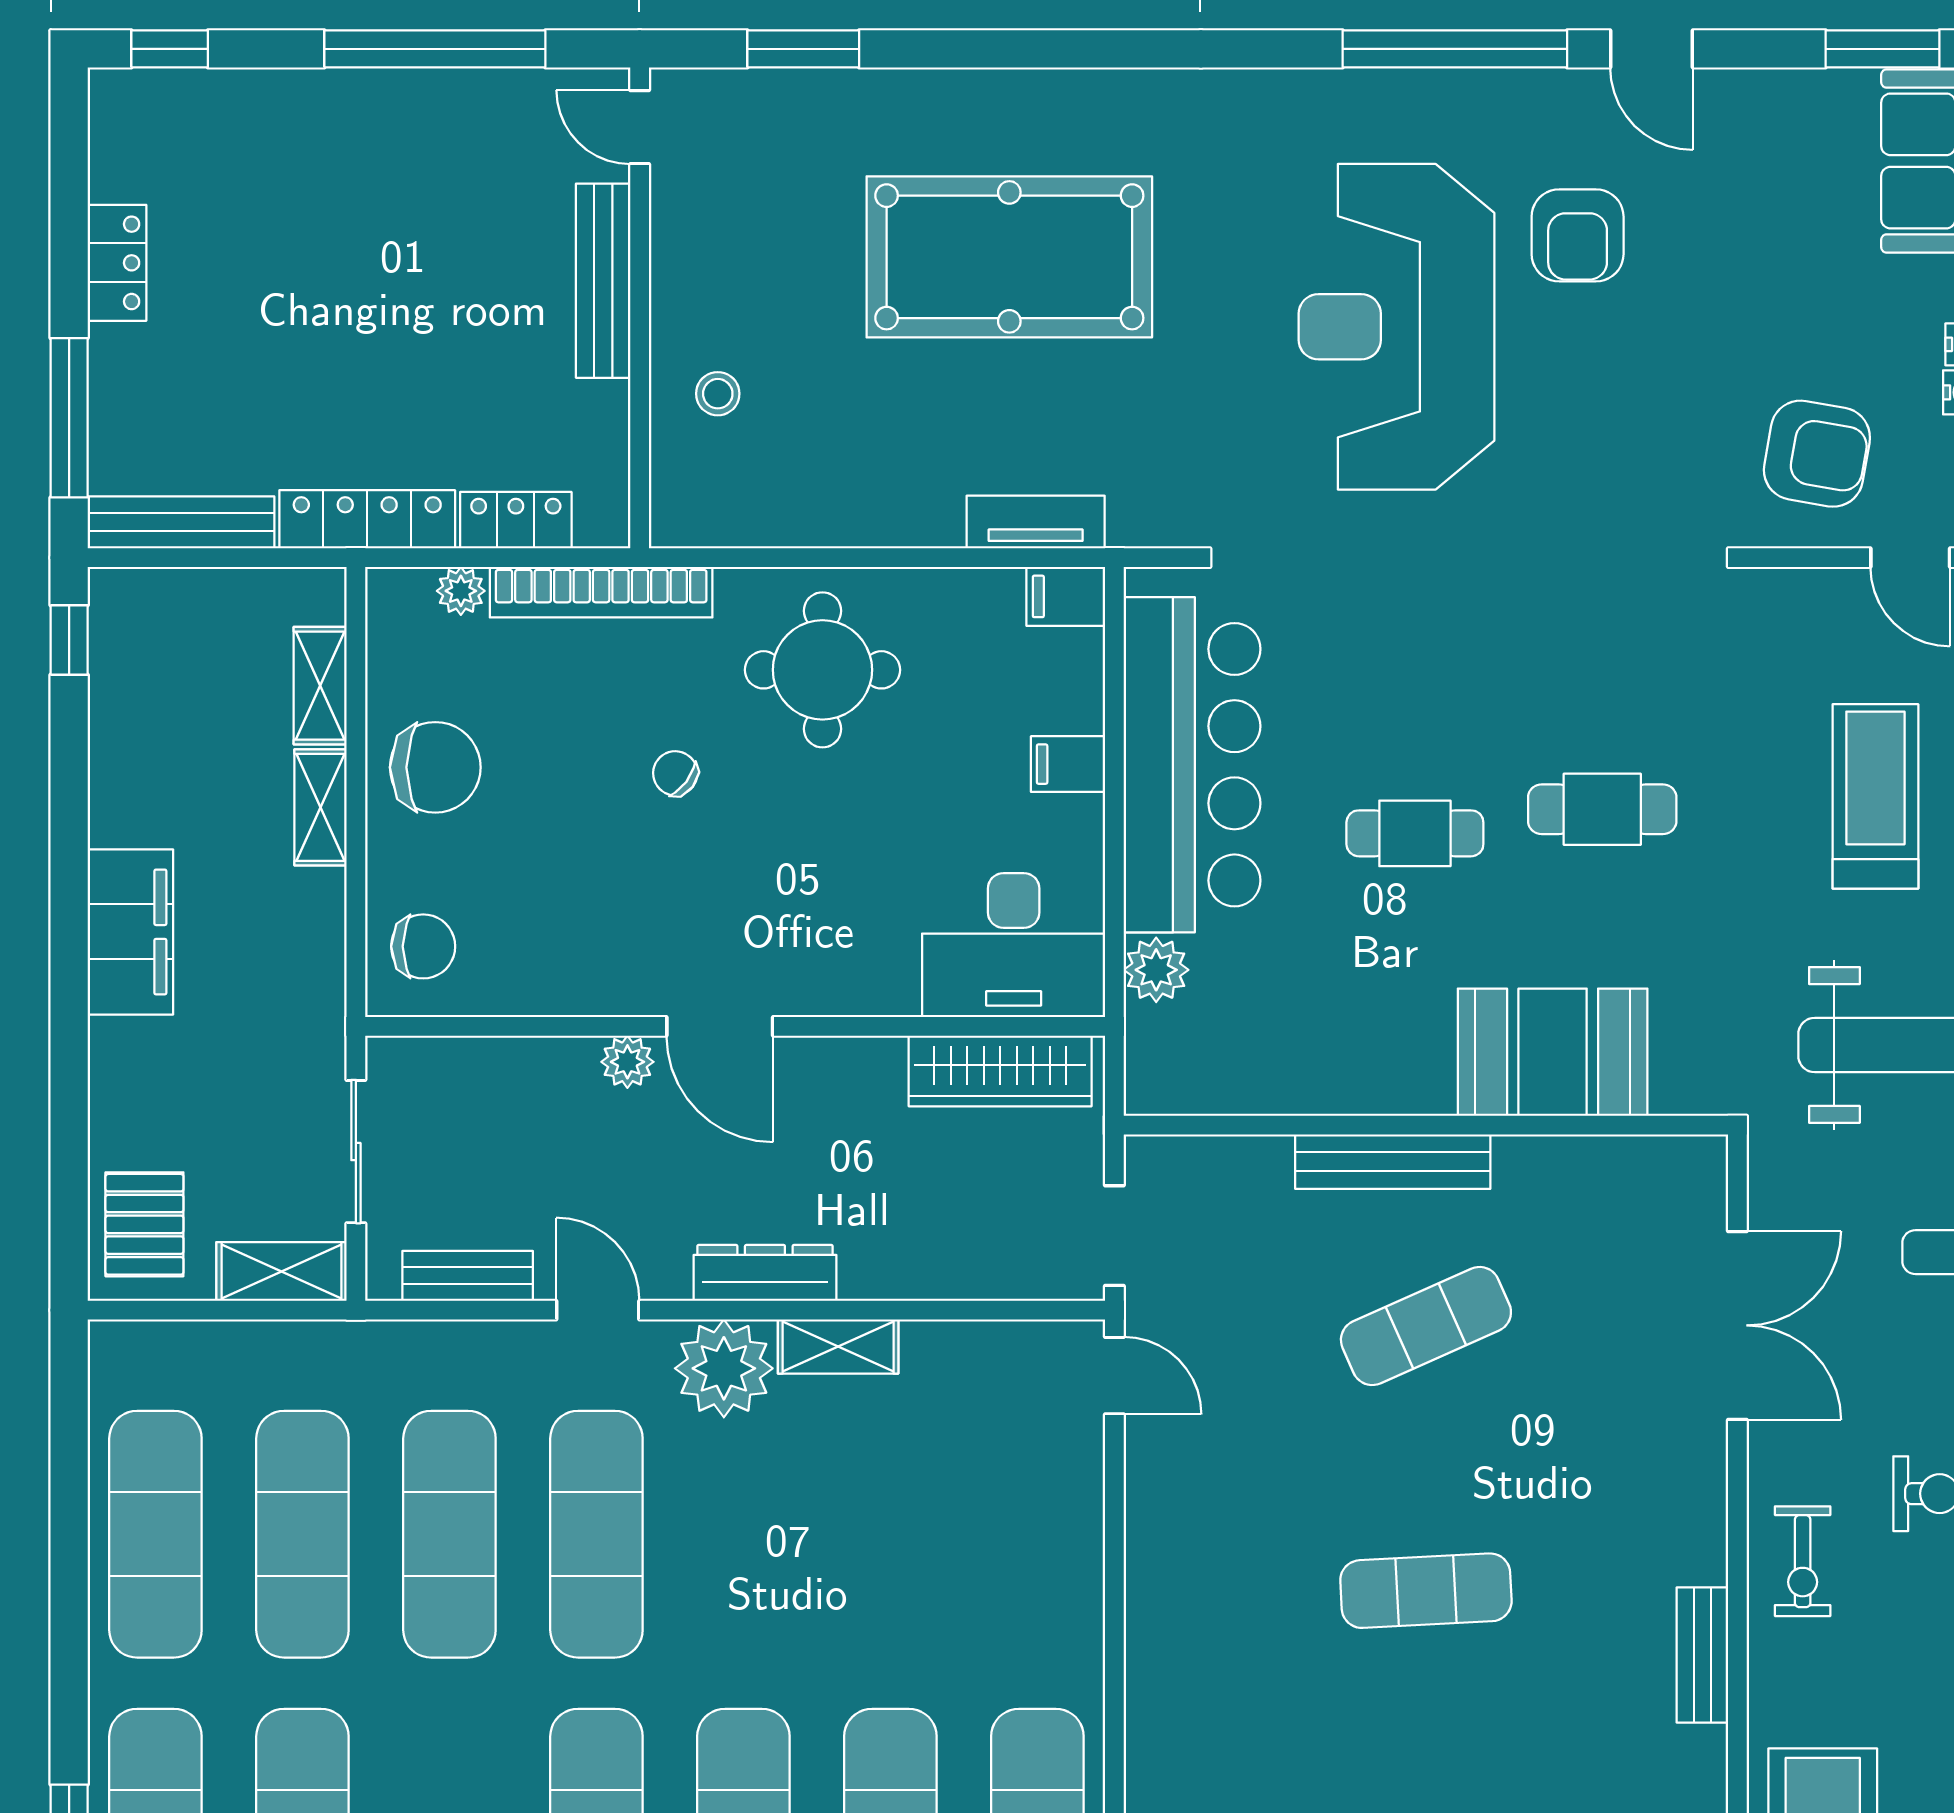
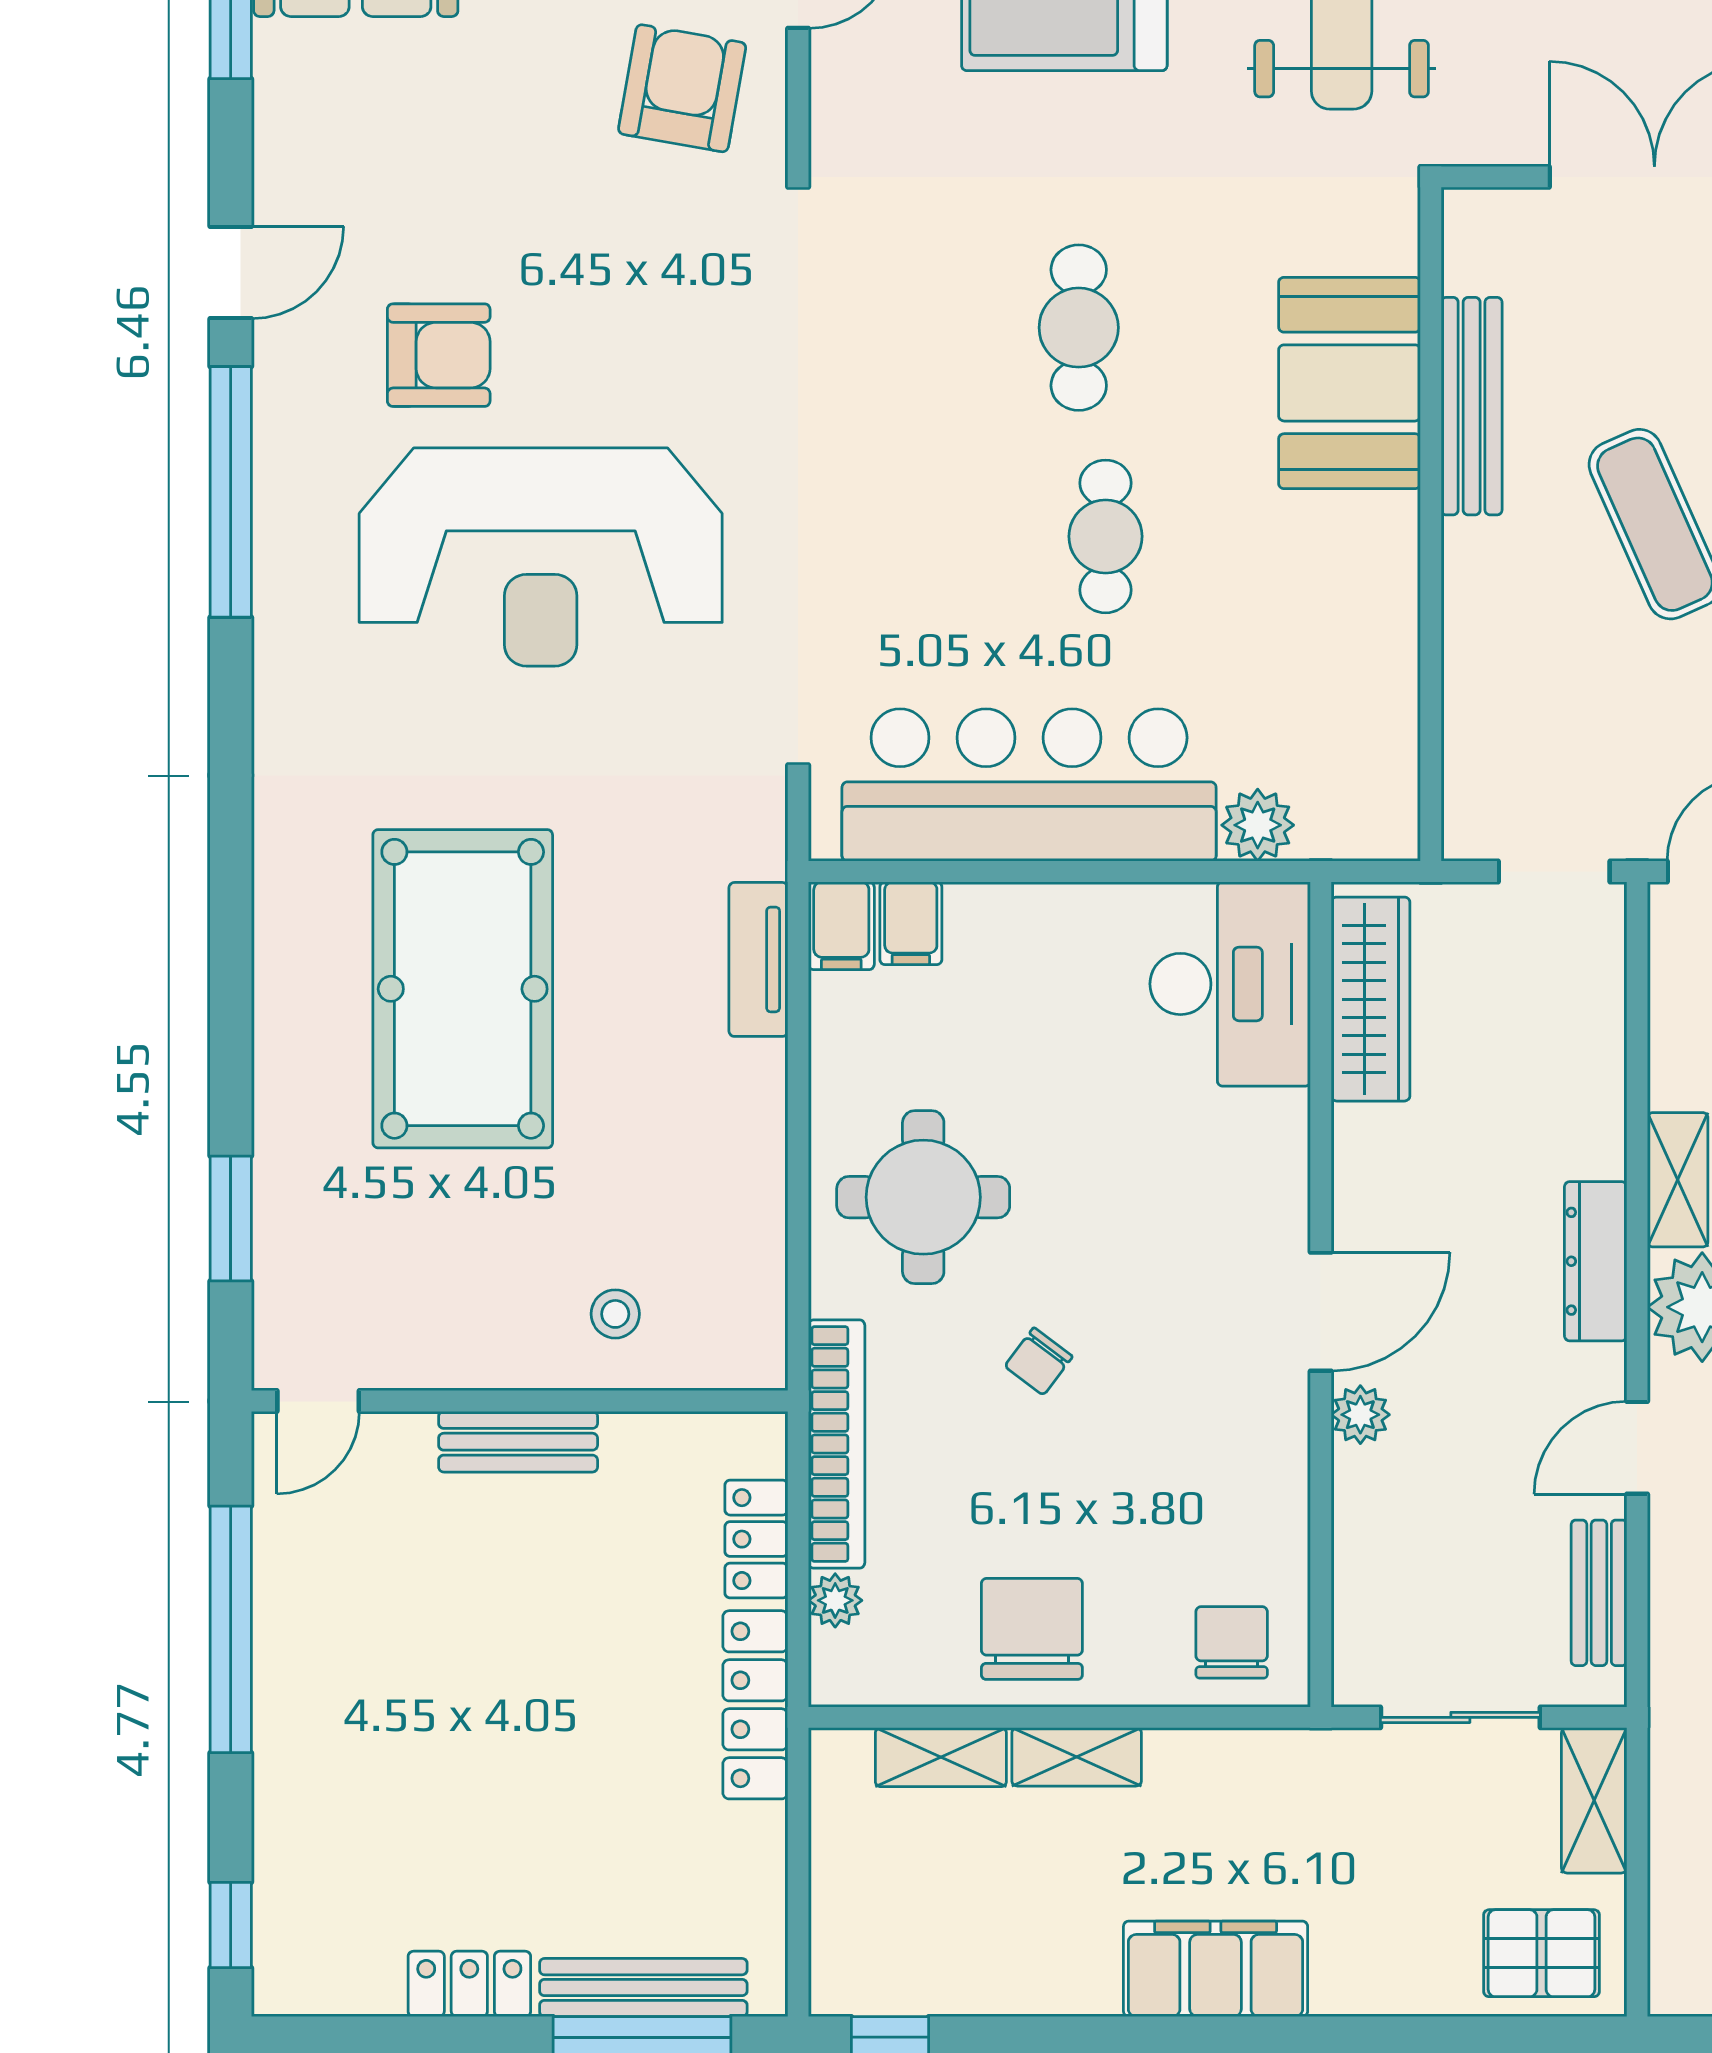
bench: (603, 281) -> (518, 1442), width x0.73
bench: (181, 522) -> (643, 1988), moved, turned 90
filing cabinet: (1068, 764) -> (911, 923), moved
bench: (1393, 1162) -> (1472, 406), moved

